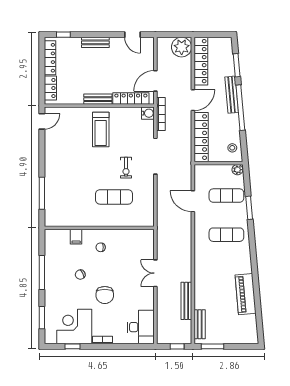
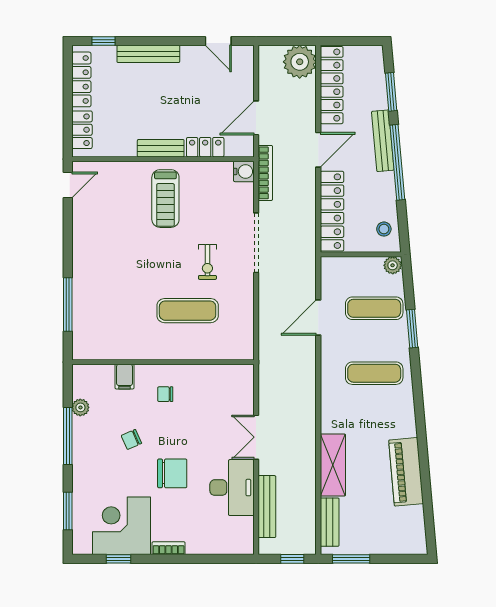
bench: (95, 42) -> (148, 54), width x1.36
locker: (131, 99) -> (205, 147), width x0.66
door: (193, 201) -> (318, 318), hinge flipped
plant: (50, 255) -> (80, 407), added
shelving: (202, 290) -> (333, 465), added
chair: (105, 295) -> (172, 473), turned -90
bench: (186, 301) -> (267, 507), moved
desk: (141, 327) -> (232, 488), moved

